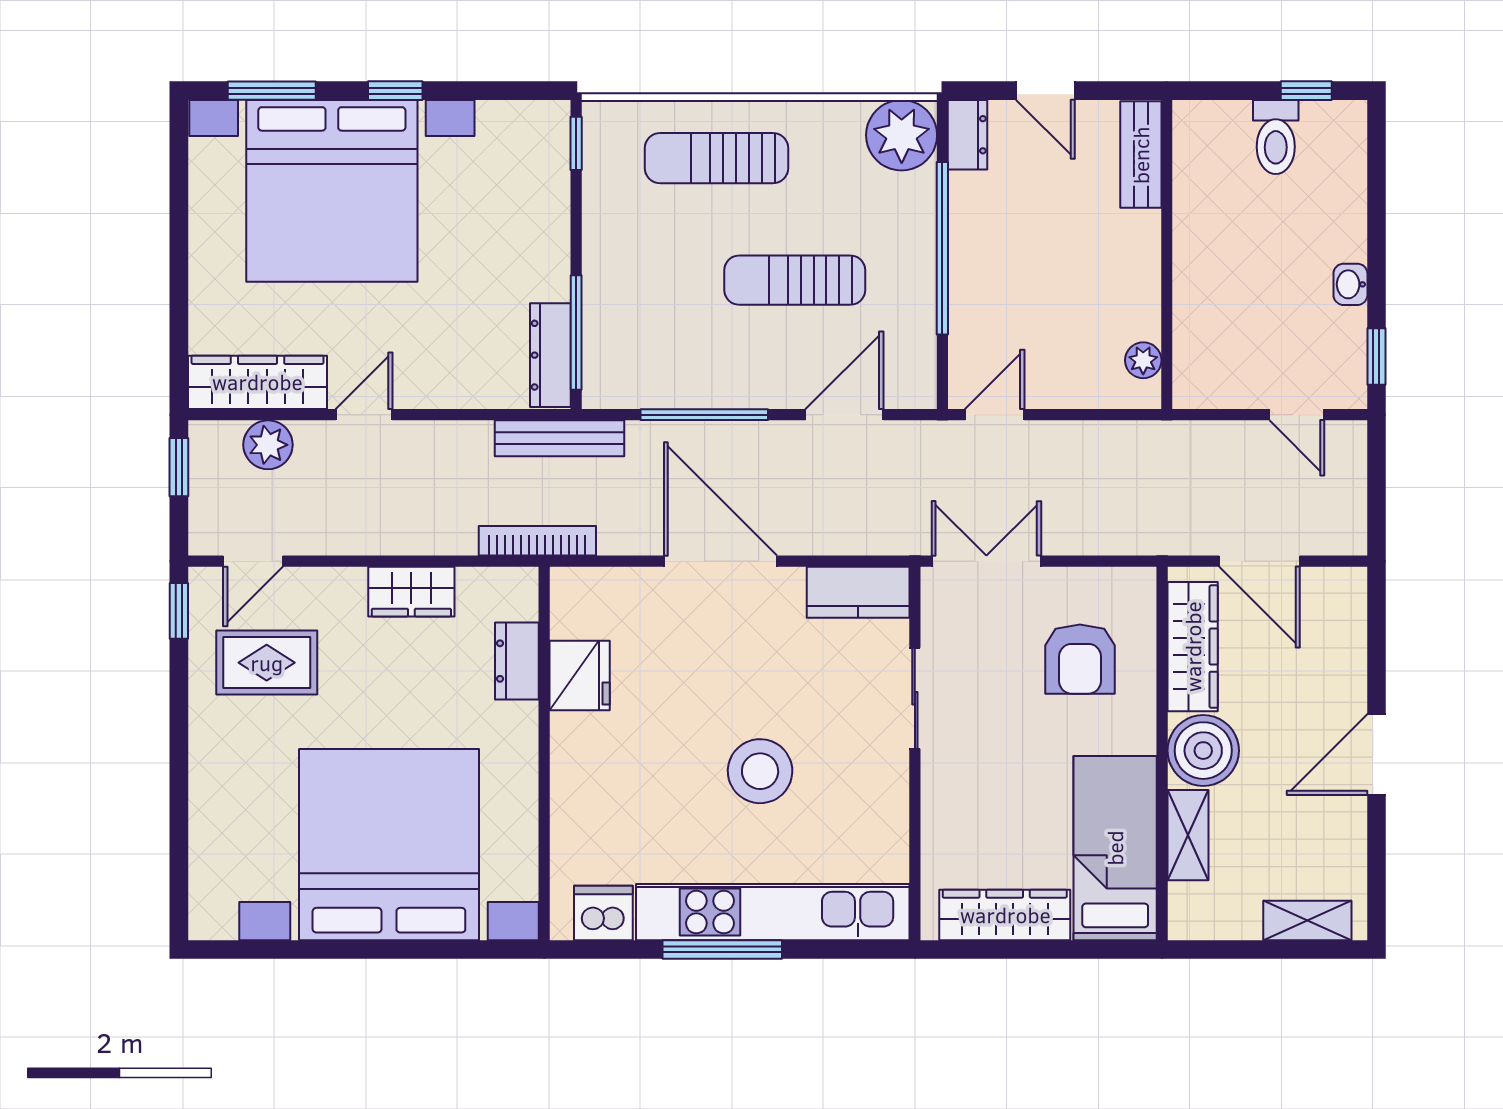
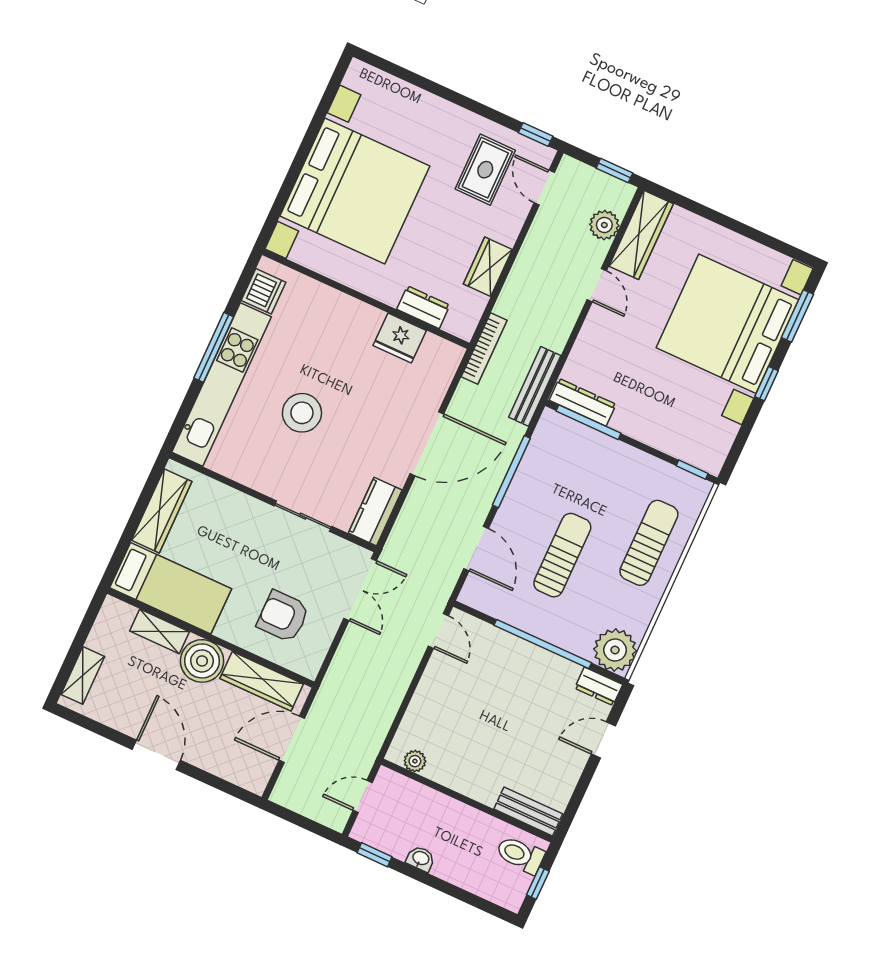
bench: (1141, 155) -> (528, 811), moved
wall: (1167, 255) -> (467, 801), moved
plant: (1143, 360) -> (415, 761), moved

